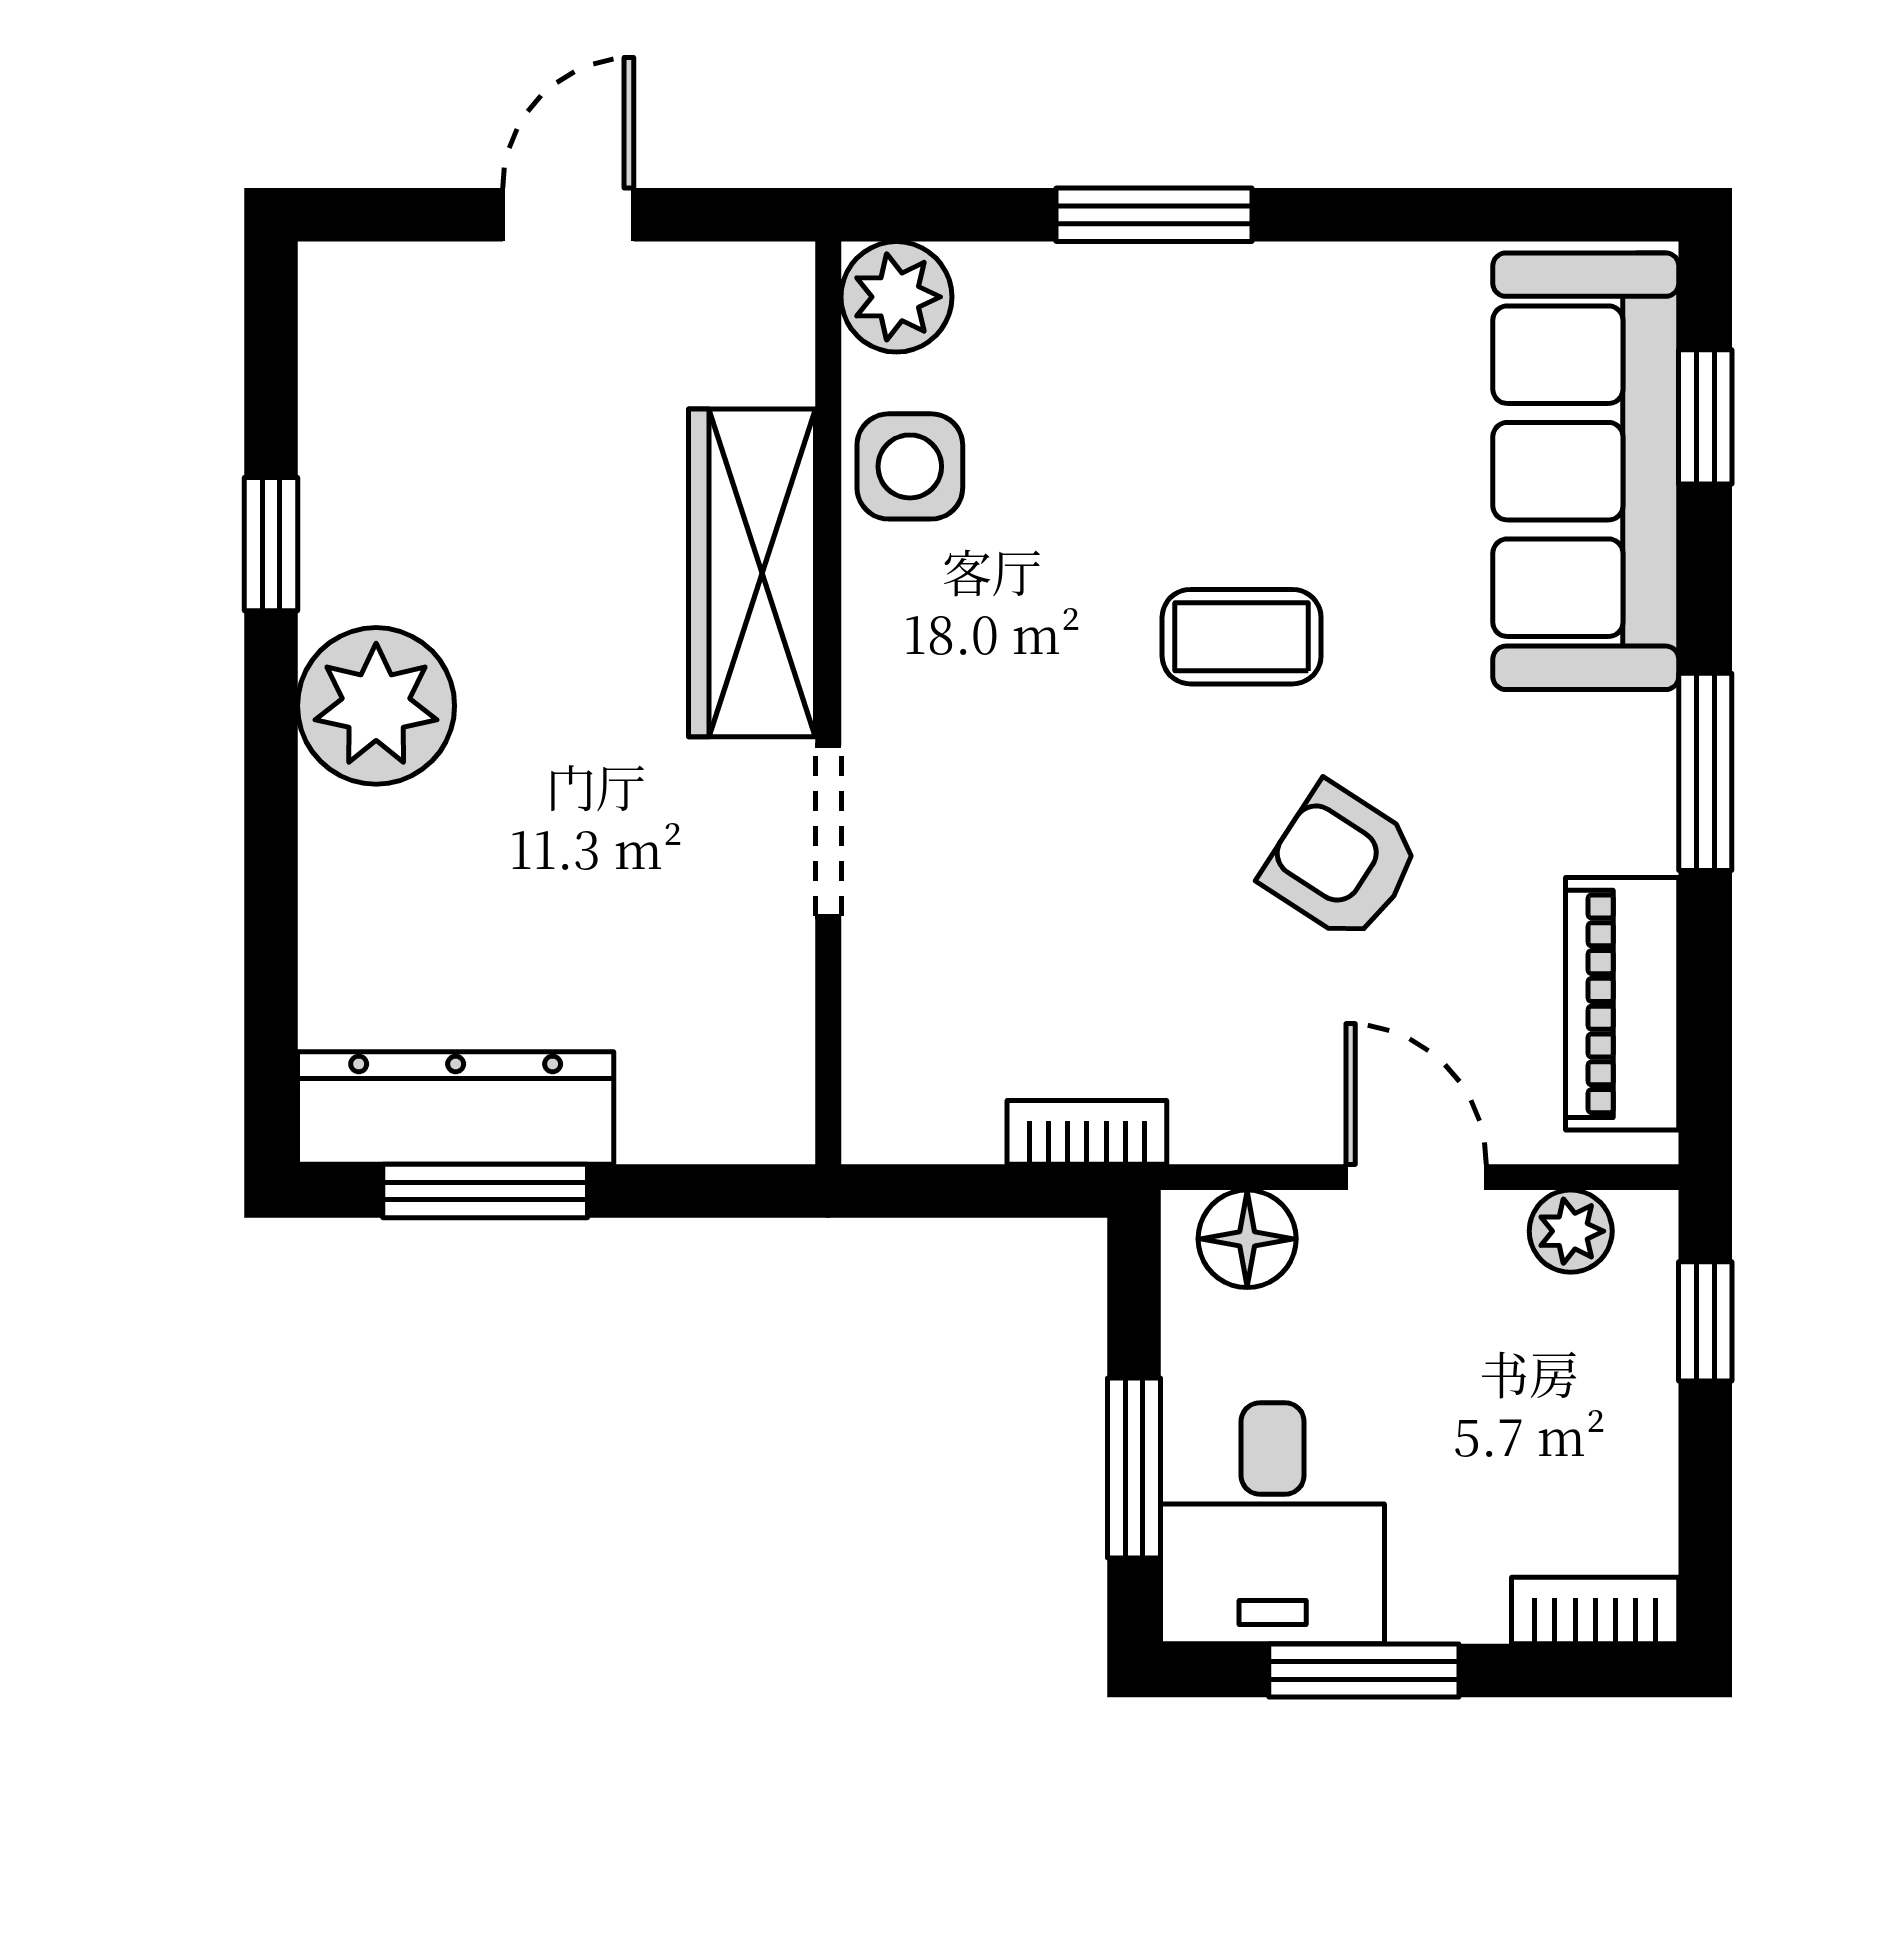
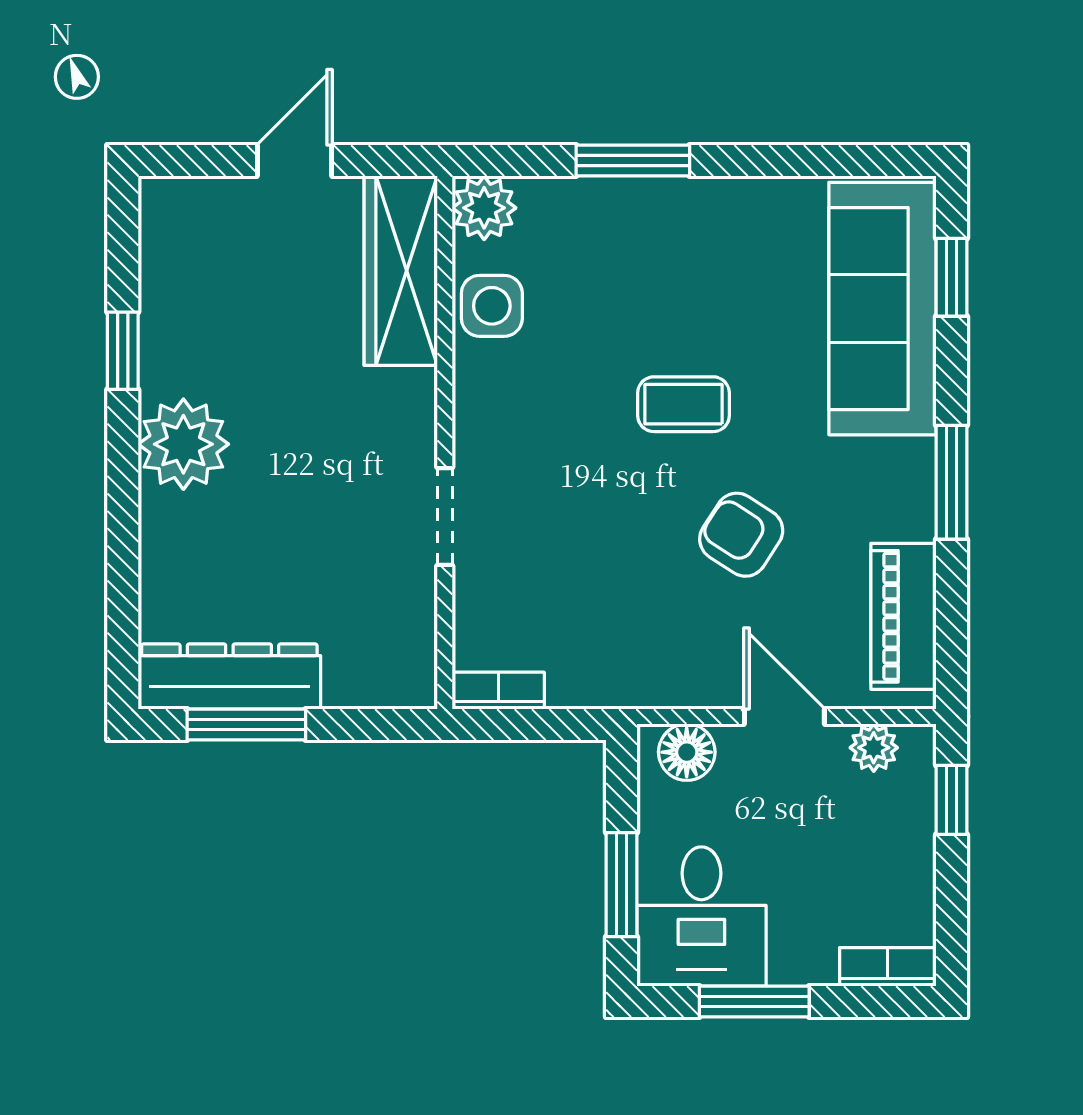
wardrobe: (752, 573) -> (401, 271), moved
bookcase: (1087, 1132) -> (498, 691), moved

